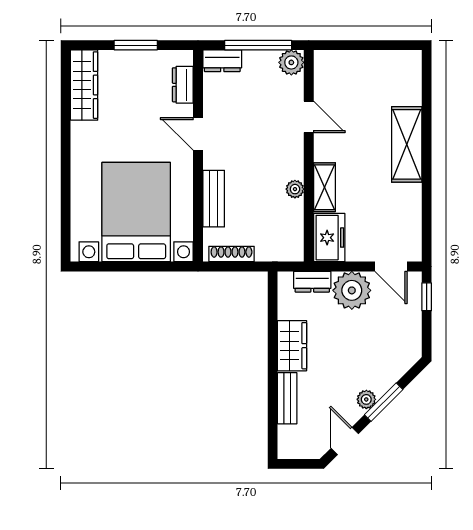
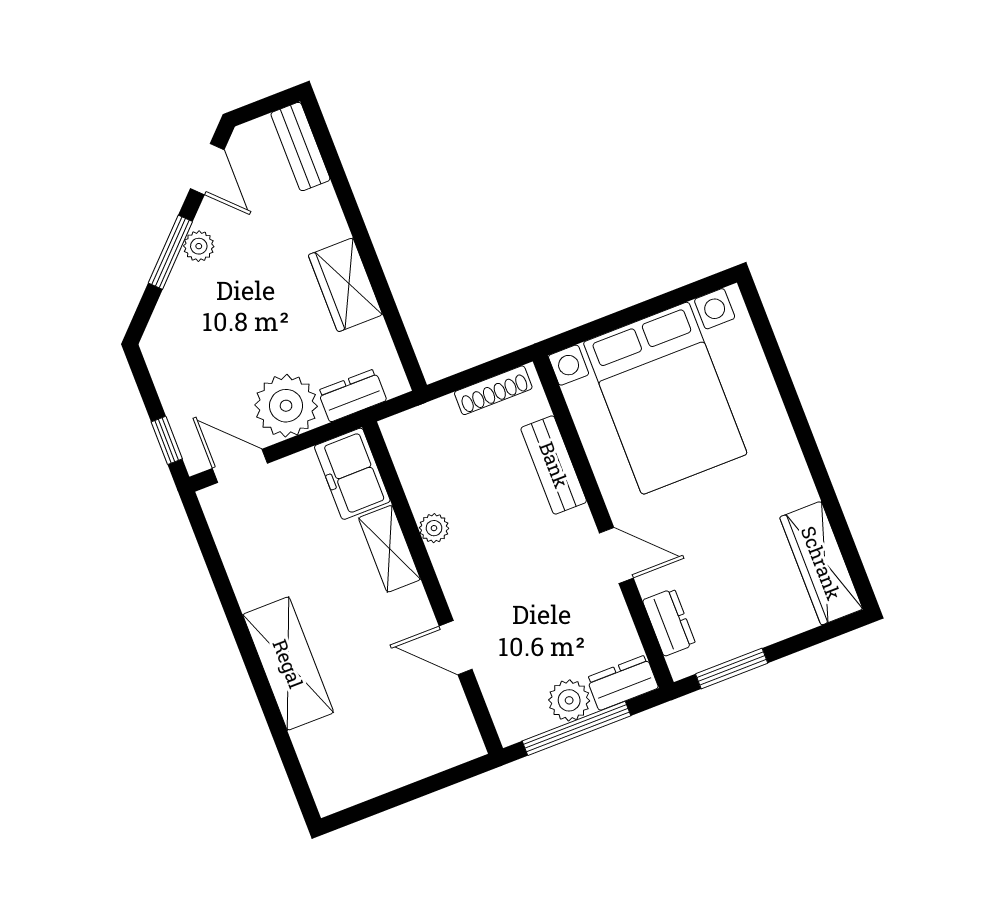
window: (136, 45) -> (732, 668), moved
plant: (291, 62) -> (569, 700), moved
bench: (287, 398) -> (300, 147), moved

